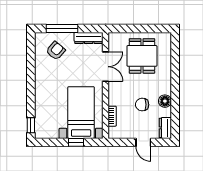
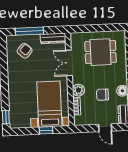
dining table: (142, 56) -> (101, 52), turned 90
double door: (106, 67) -> (69, 63), swing flipped
plant: (115, 98) -> (78, 90), added

